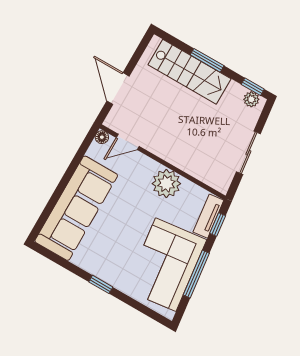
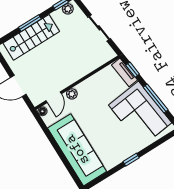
plant: (166, 184) -> (72, 94), moved, width x0.53, depth x0.53

